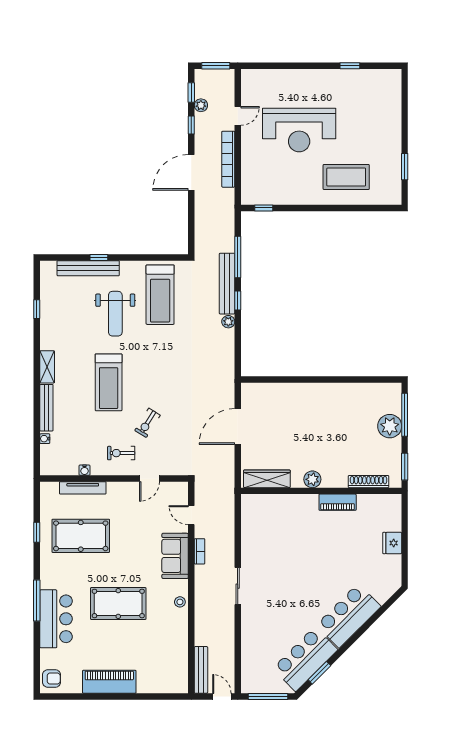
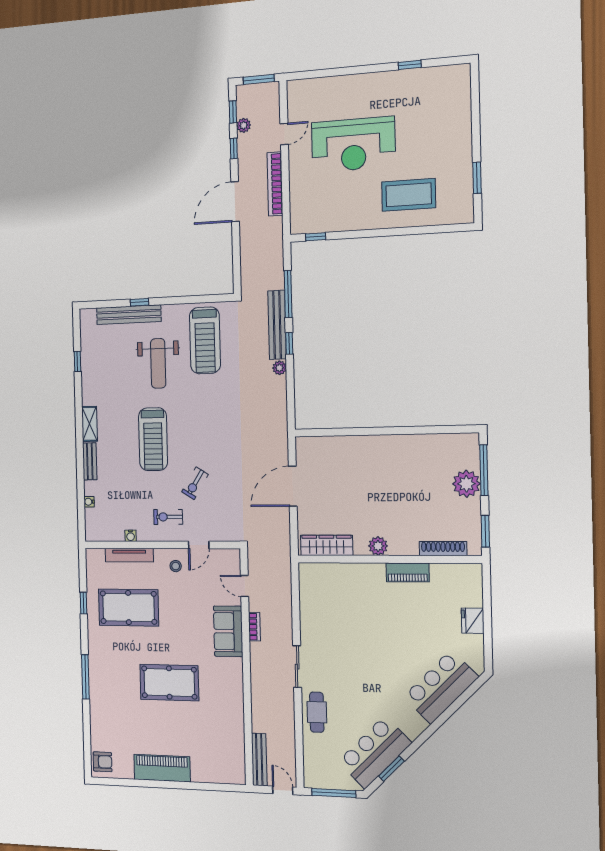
bench: (46, 408) -> (90, 461), width x0.73
stool: (180, 602) -> (176, 566), moved
bar counter: (348, 616) -> (441, 687), moved
bar counter: (56, 619) -> (105, 697), removed
cafe table: (254, 626) -> (317, 712), added

